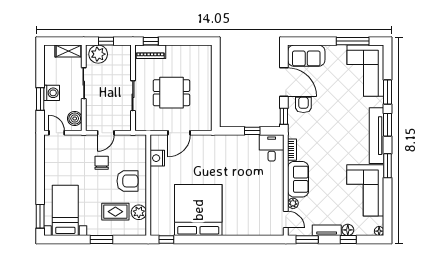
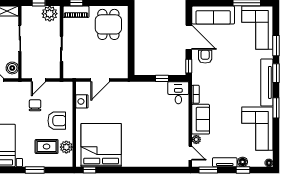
plant: (98, 54) -> (50, 14), moved
sofa: (306, 56) -> (213, 15), width x1.36
dining table: (171, 93) -> (108, 24), moved, turned 90
bed: (198, 210) -> (101, 145), moved

